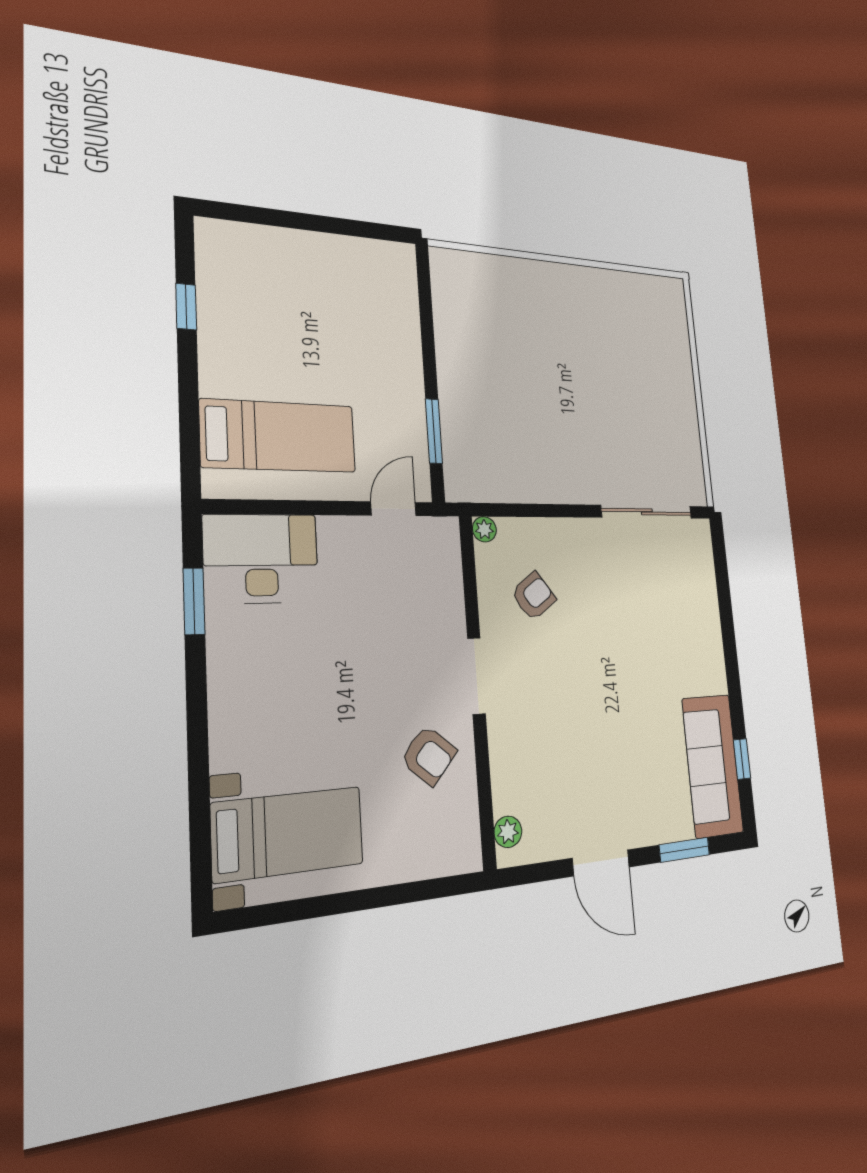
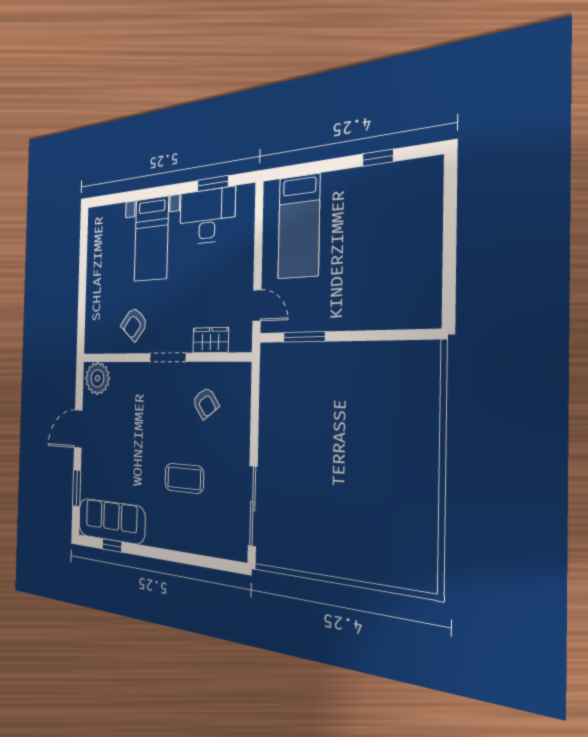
plant: (484, 529) -> (244, 371), removed
desk: (261, 558) -> (207, 216), moved, turned -90
wardrobe: (446, 592) -> (211, 340), added
coffee table: (635, 629) -> (184, 478), added
plant: (508, 832) -> (97, 378), width x1.87, depth x1.87
bed with nightstands: (288, 834) -> (151, 239), moved

